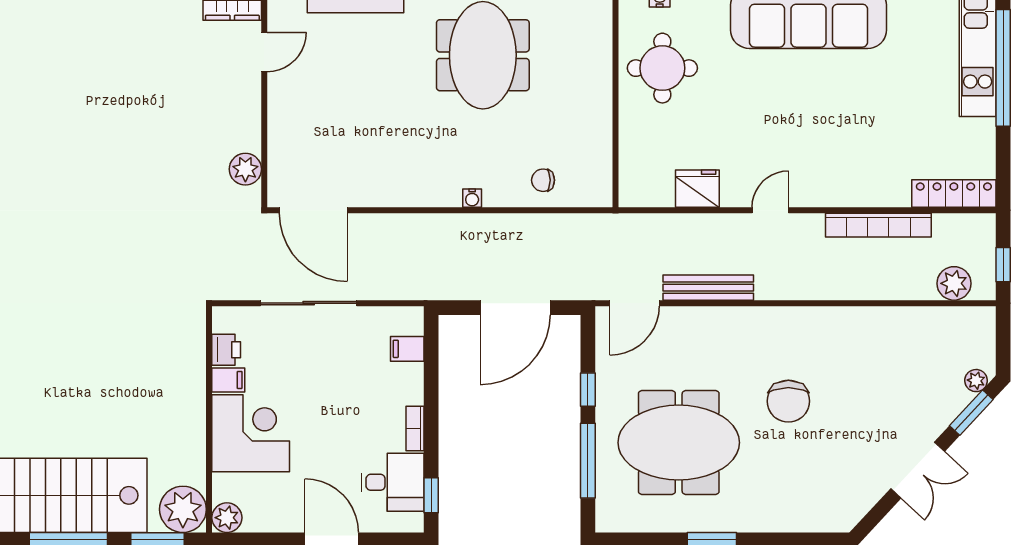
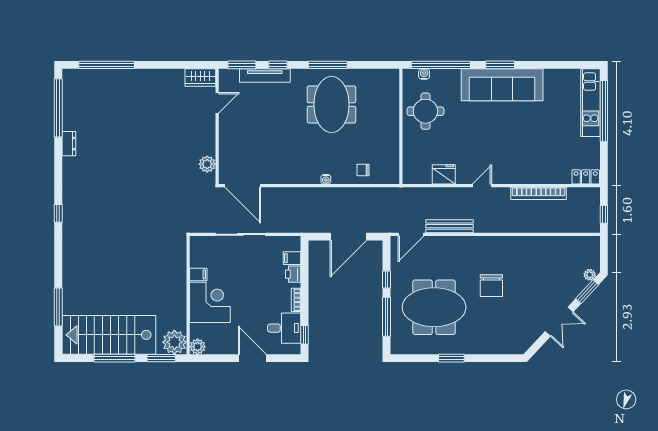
locker: (954, 193) -> (586, 177), width x0.66
plant: (954, 283) -> (578, 224), removed
printer: (226, 350) -> (293, 274), moved, turned 180

